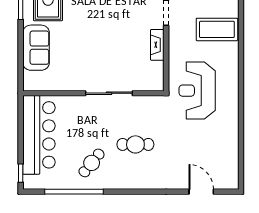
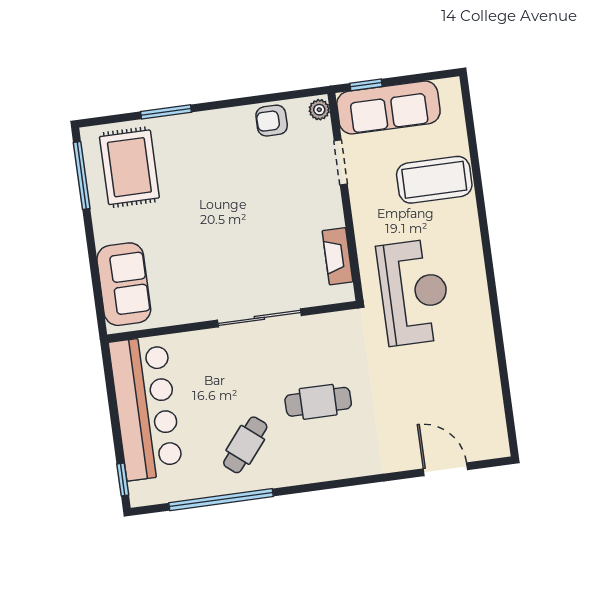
fireplace: (157, 45) -> (338, 256), moved
sofa: (36, 48) -> (124, 284), moved
reception desk: (197, 91) -> (414, 292), turned 180

